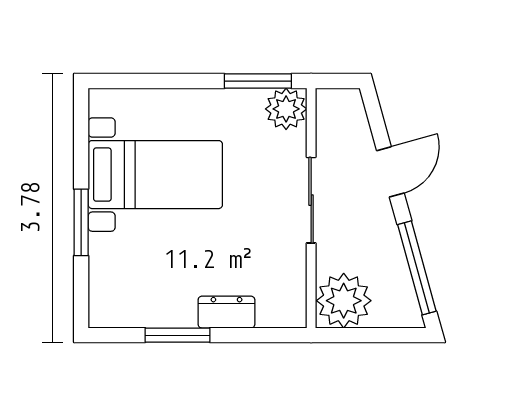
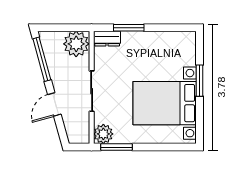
bed with nightstands: (155, 175) -> (165, 103), width x1.36
dresser: (226, 312) -> (107, 39), moved
window: (178, 335) -> (129, 28), moved

